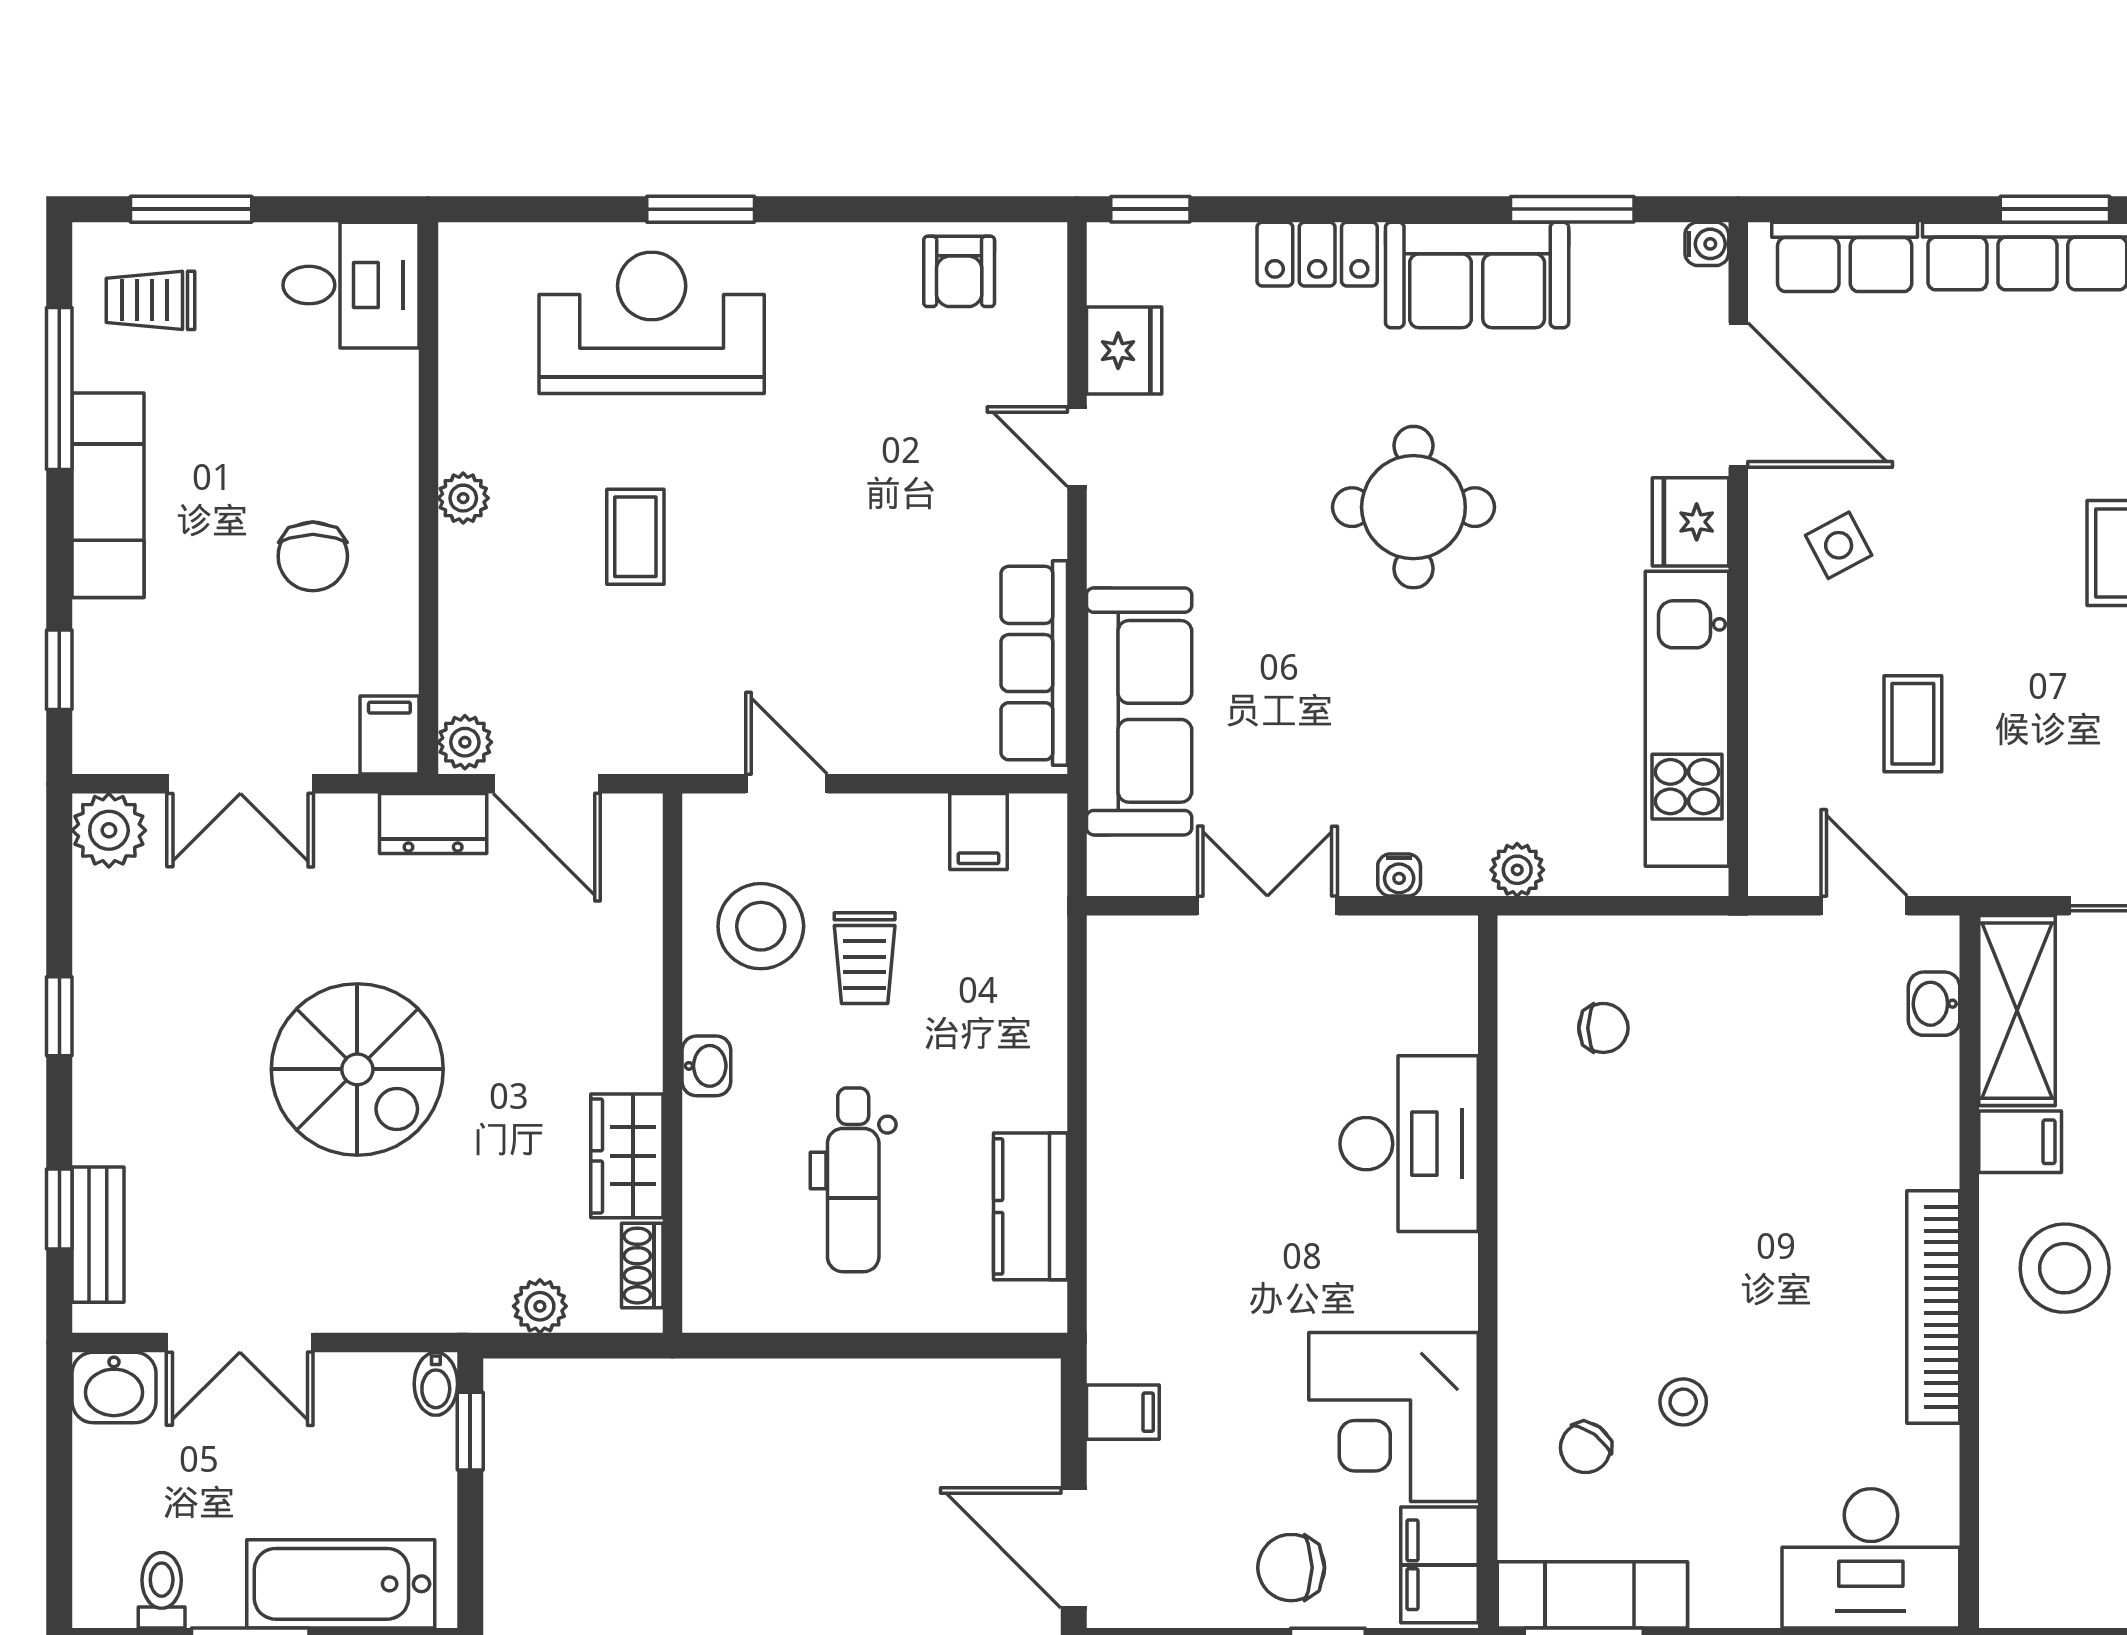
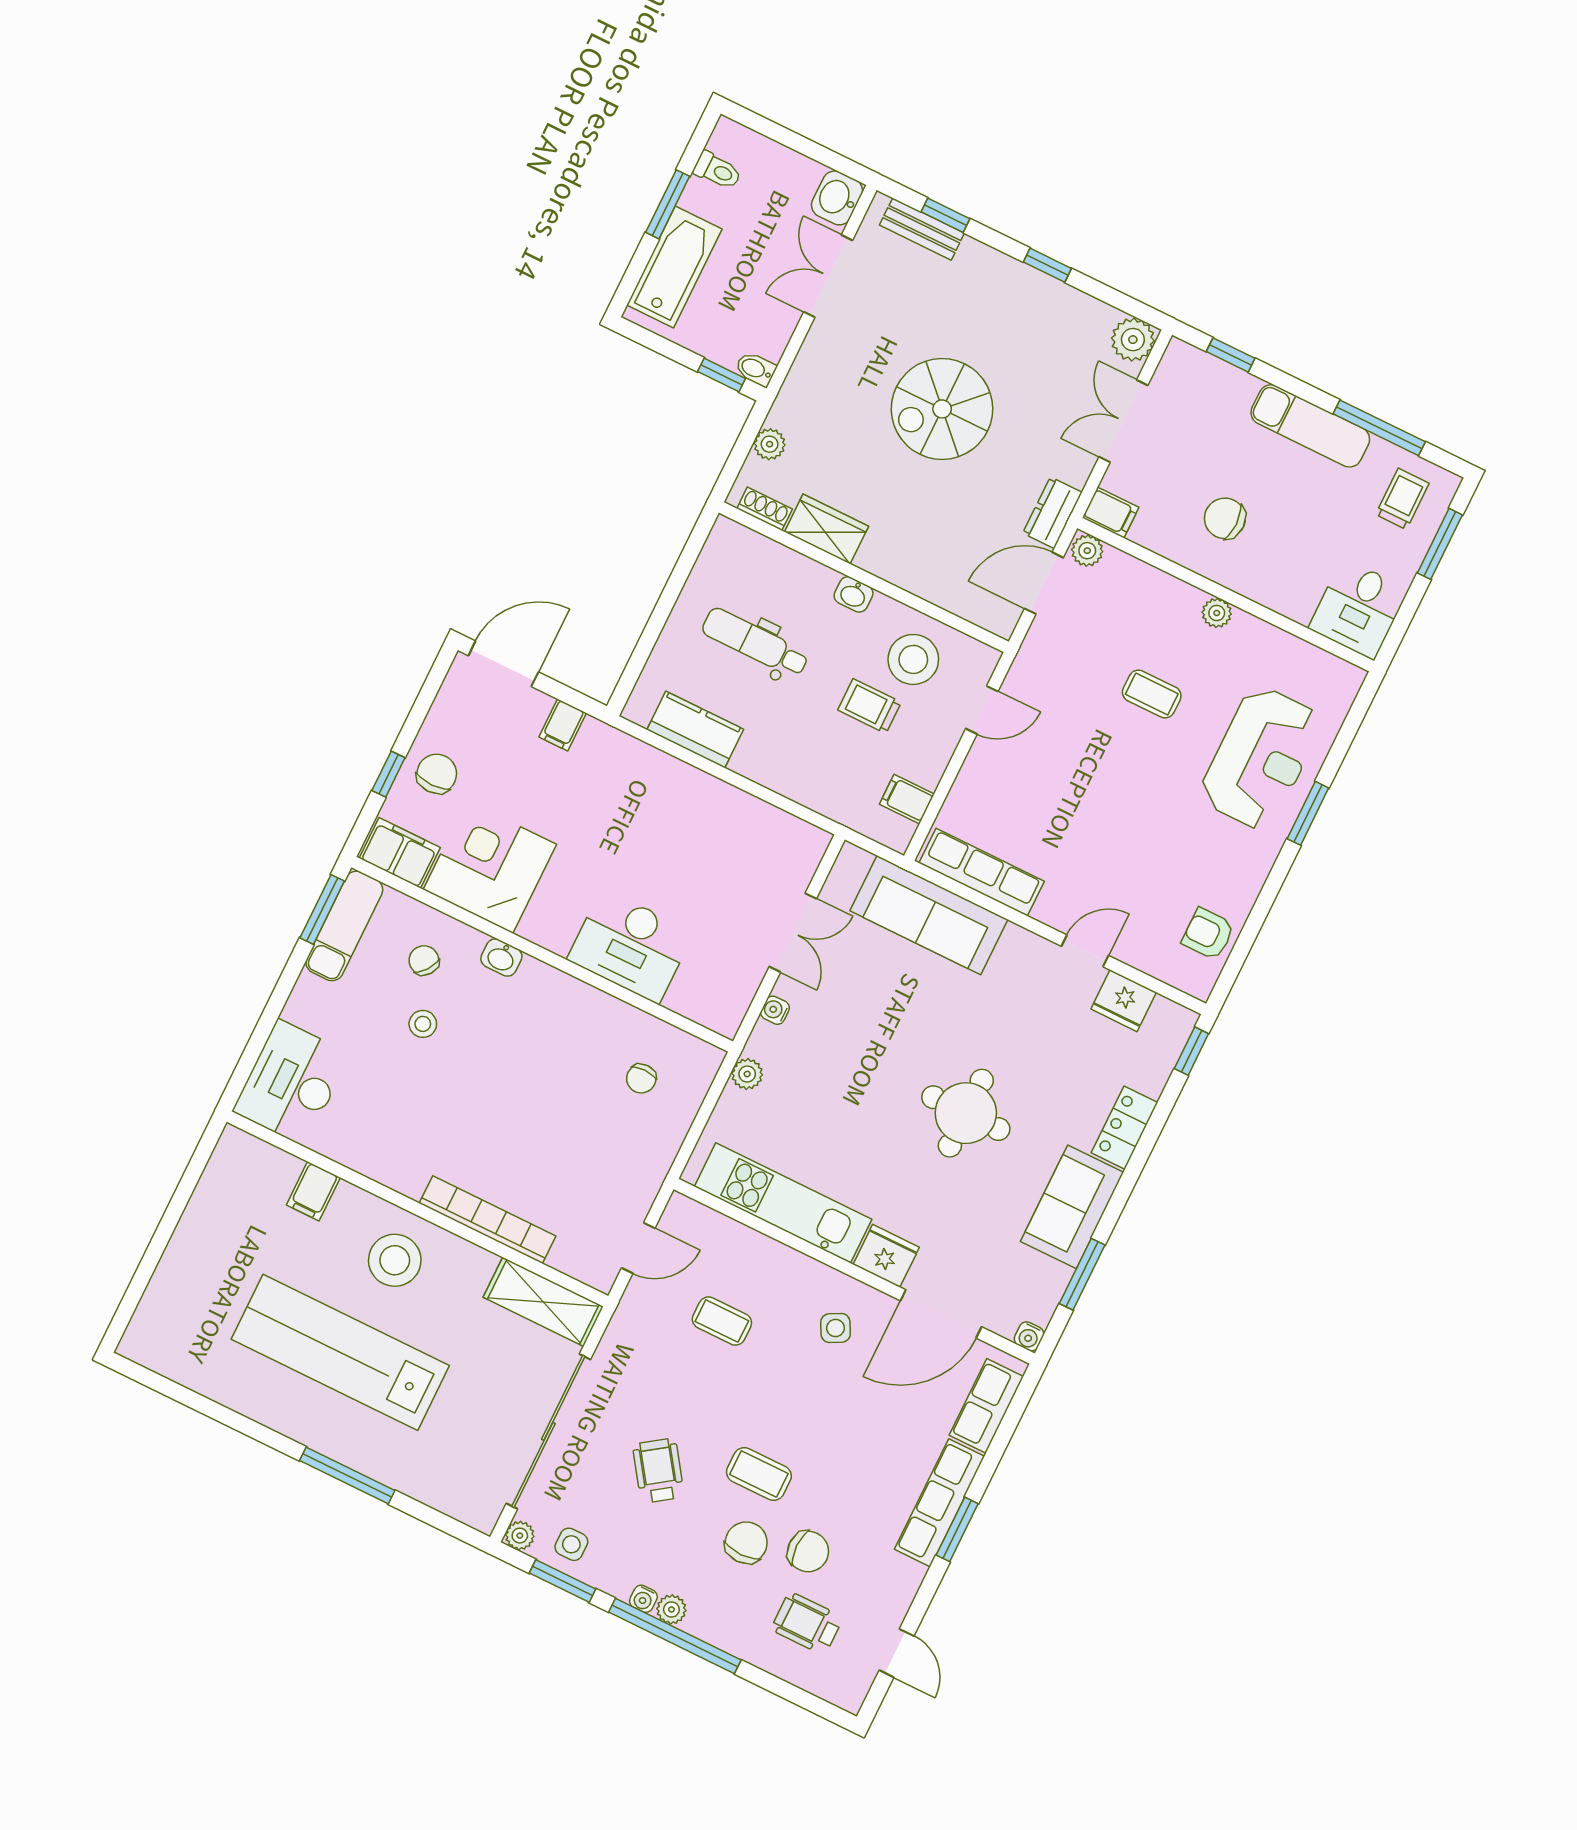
washbasin: (1934, 1004) -> (501, 957), moved, turned 180
filing cabinet: (2020, 1142) -> (313, 1191), moved
bookcase: (1933, 1307) -> (488, 1220), moved

